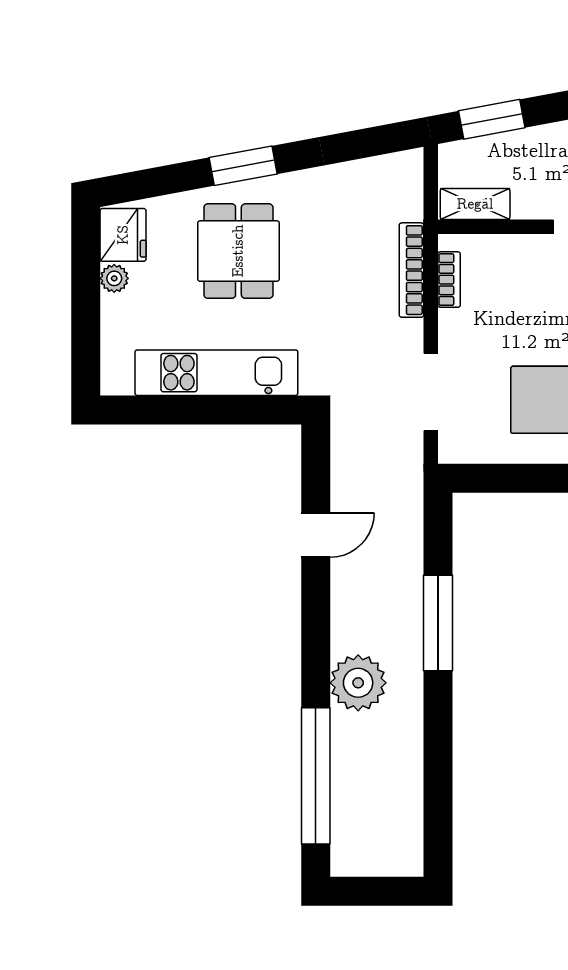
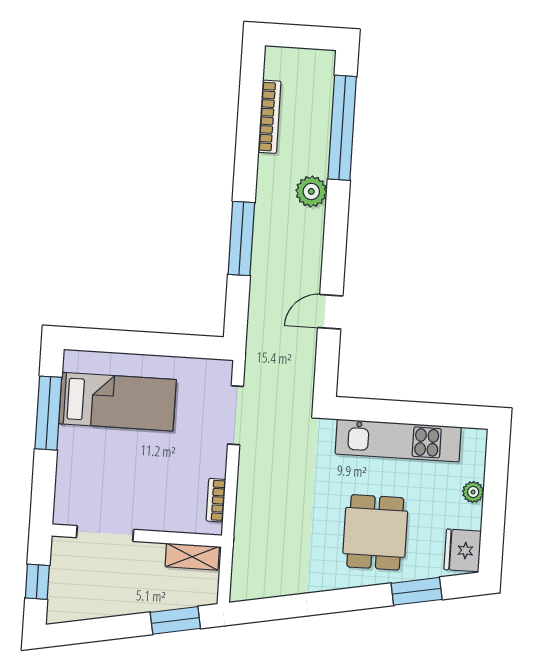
window: (243, 166) -> (417, 591), moved
bookcase: (411, 270) -> (270, 117), moved
plant: (114, 278) -> (473, 492), moved
plant: (358, 683) -> (311, 191), width x0.73, depth x0.73

